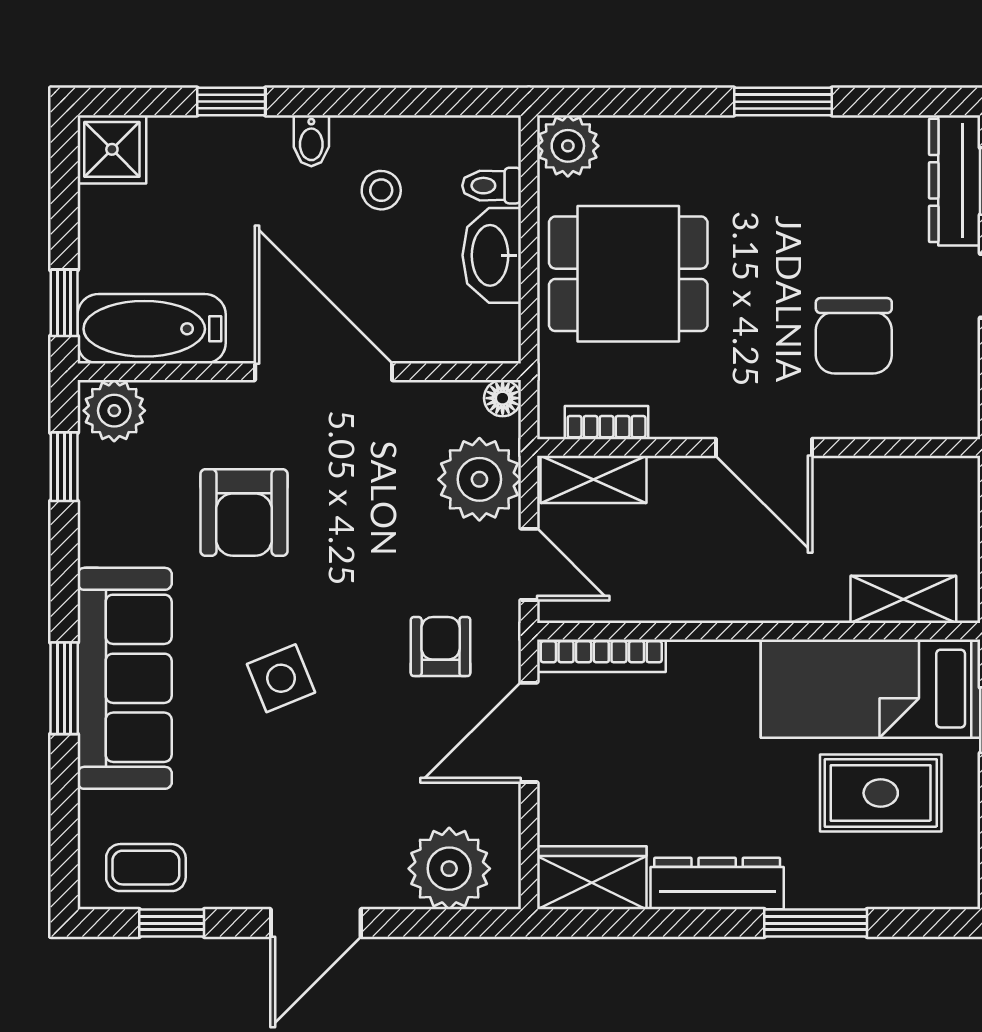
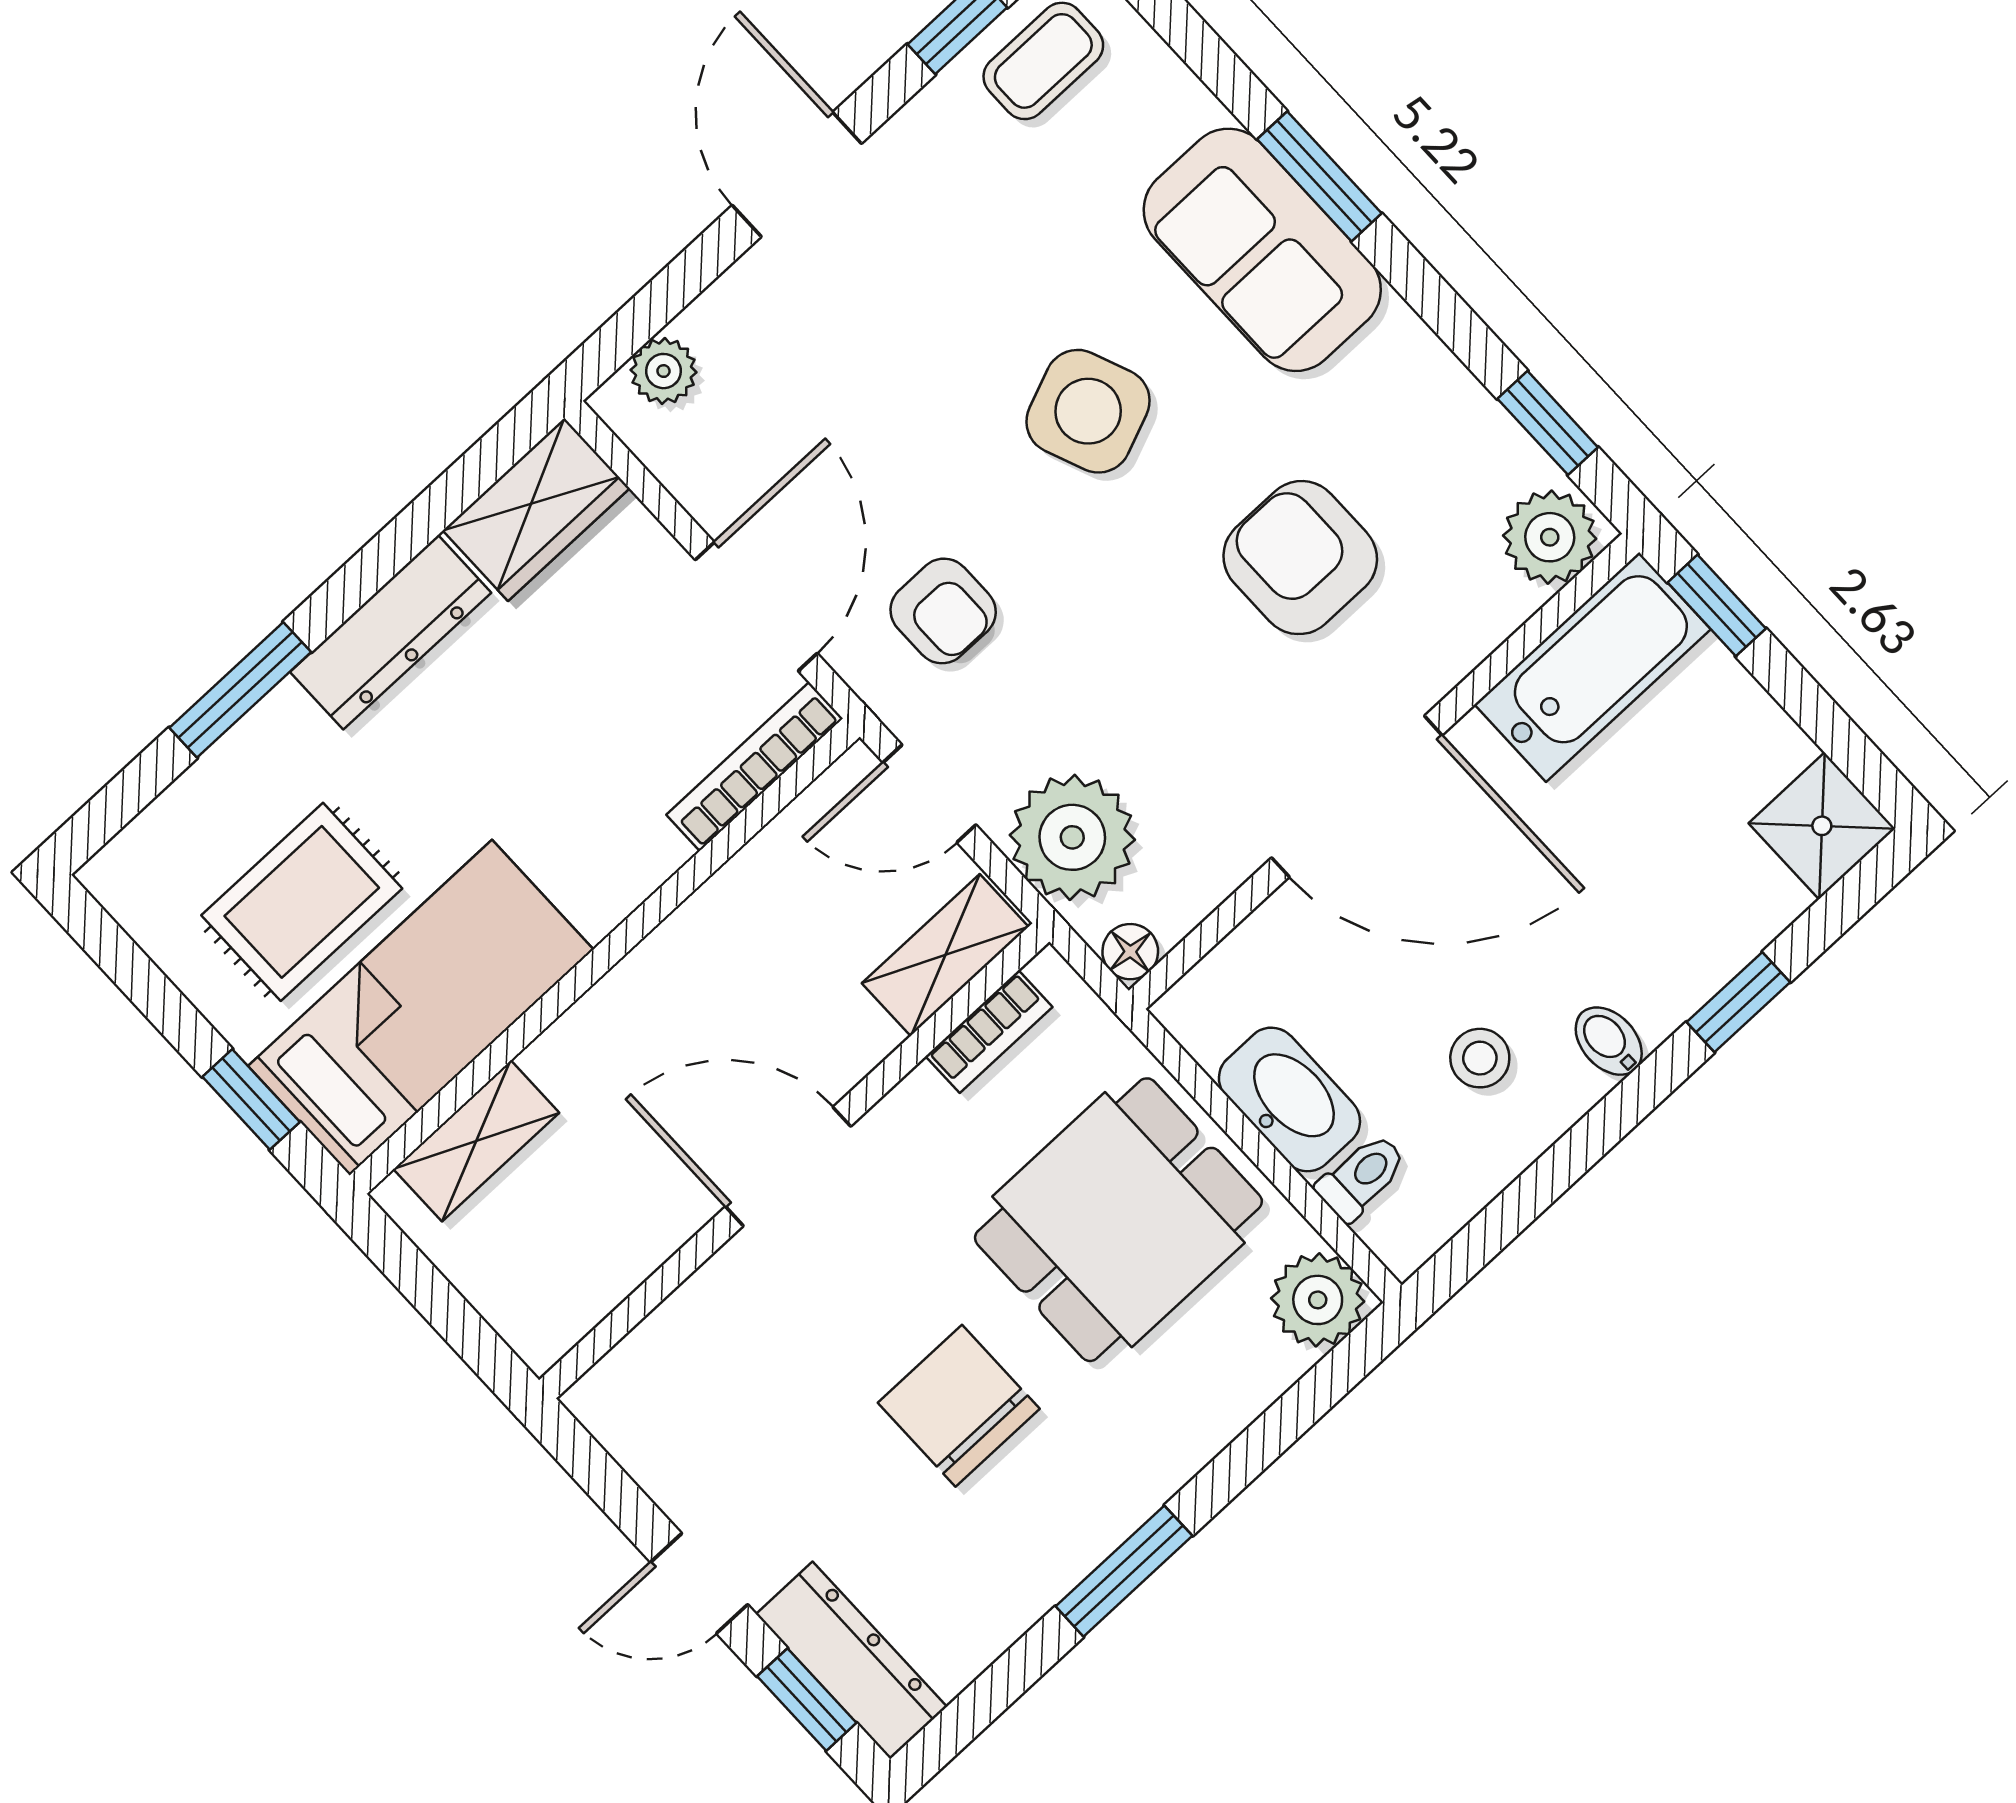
chair: (854, 336) -> (959, 1406), moved
sofa: (125, 678) -> (1262, 250), width x0.73
side table: (281, 678) -> (1088, 411), width x1.37, depth x1.37
plant: (449, 869) -> (664, 371), width x0.53, depth x0.53

